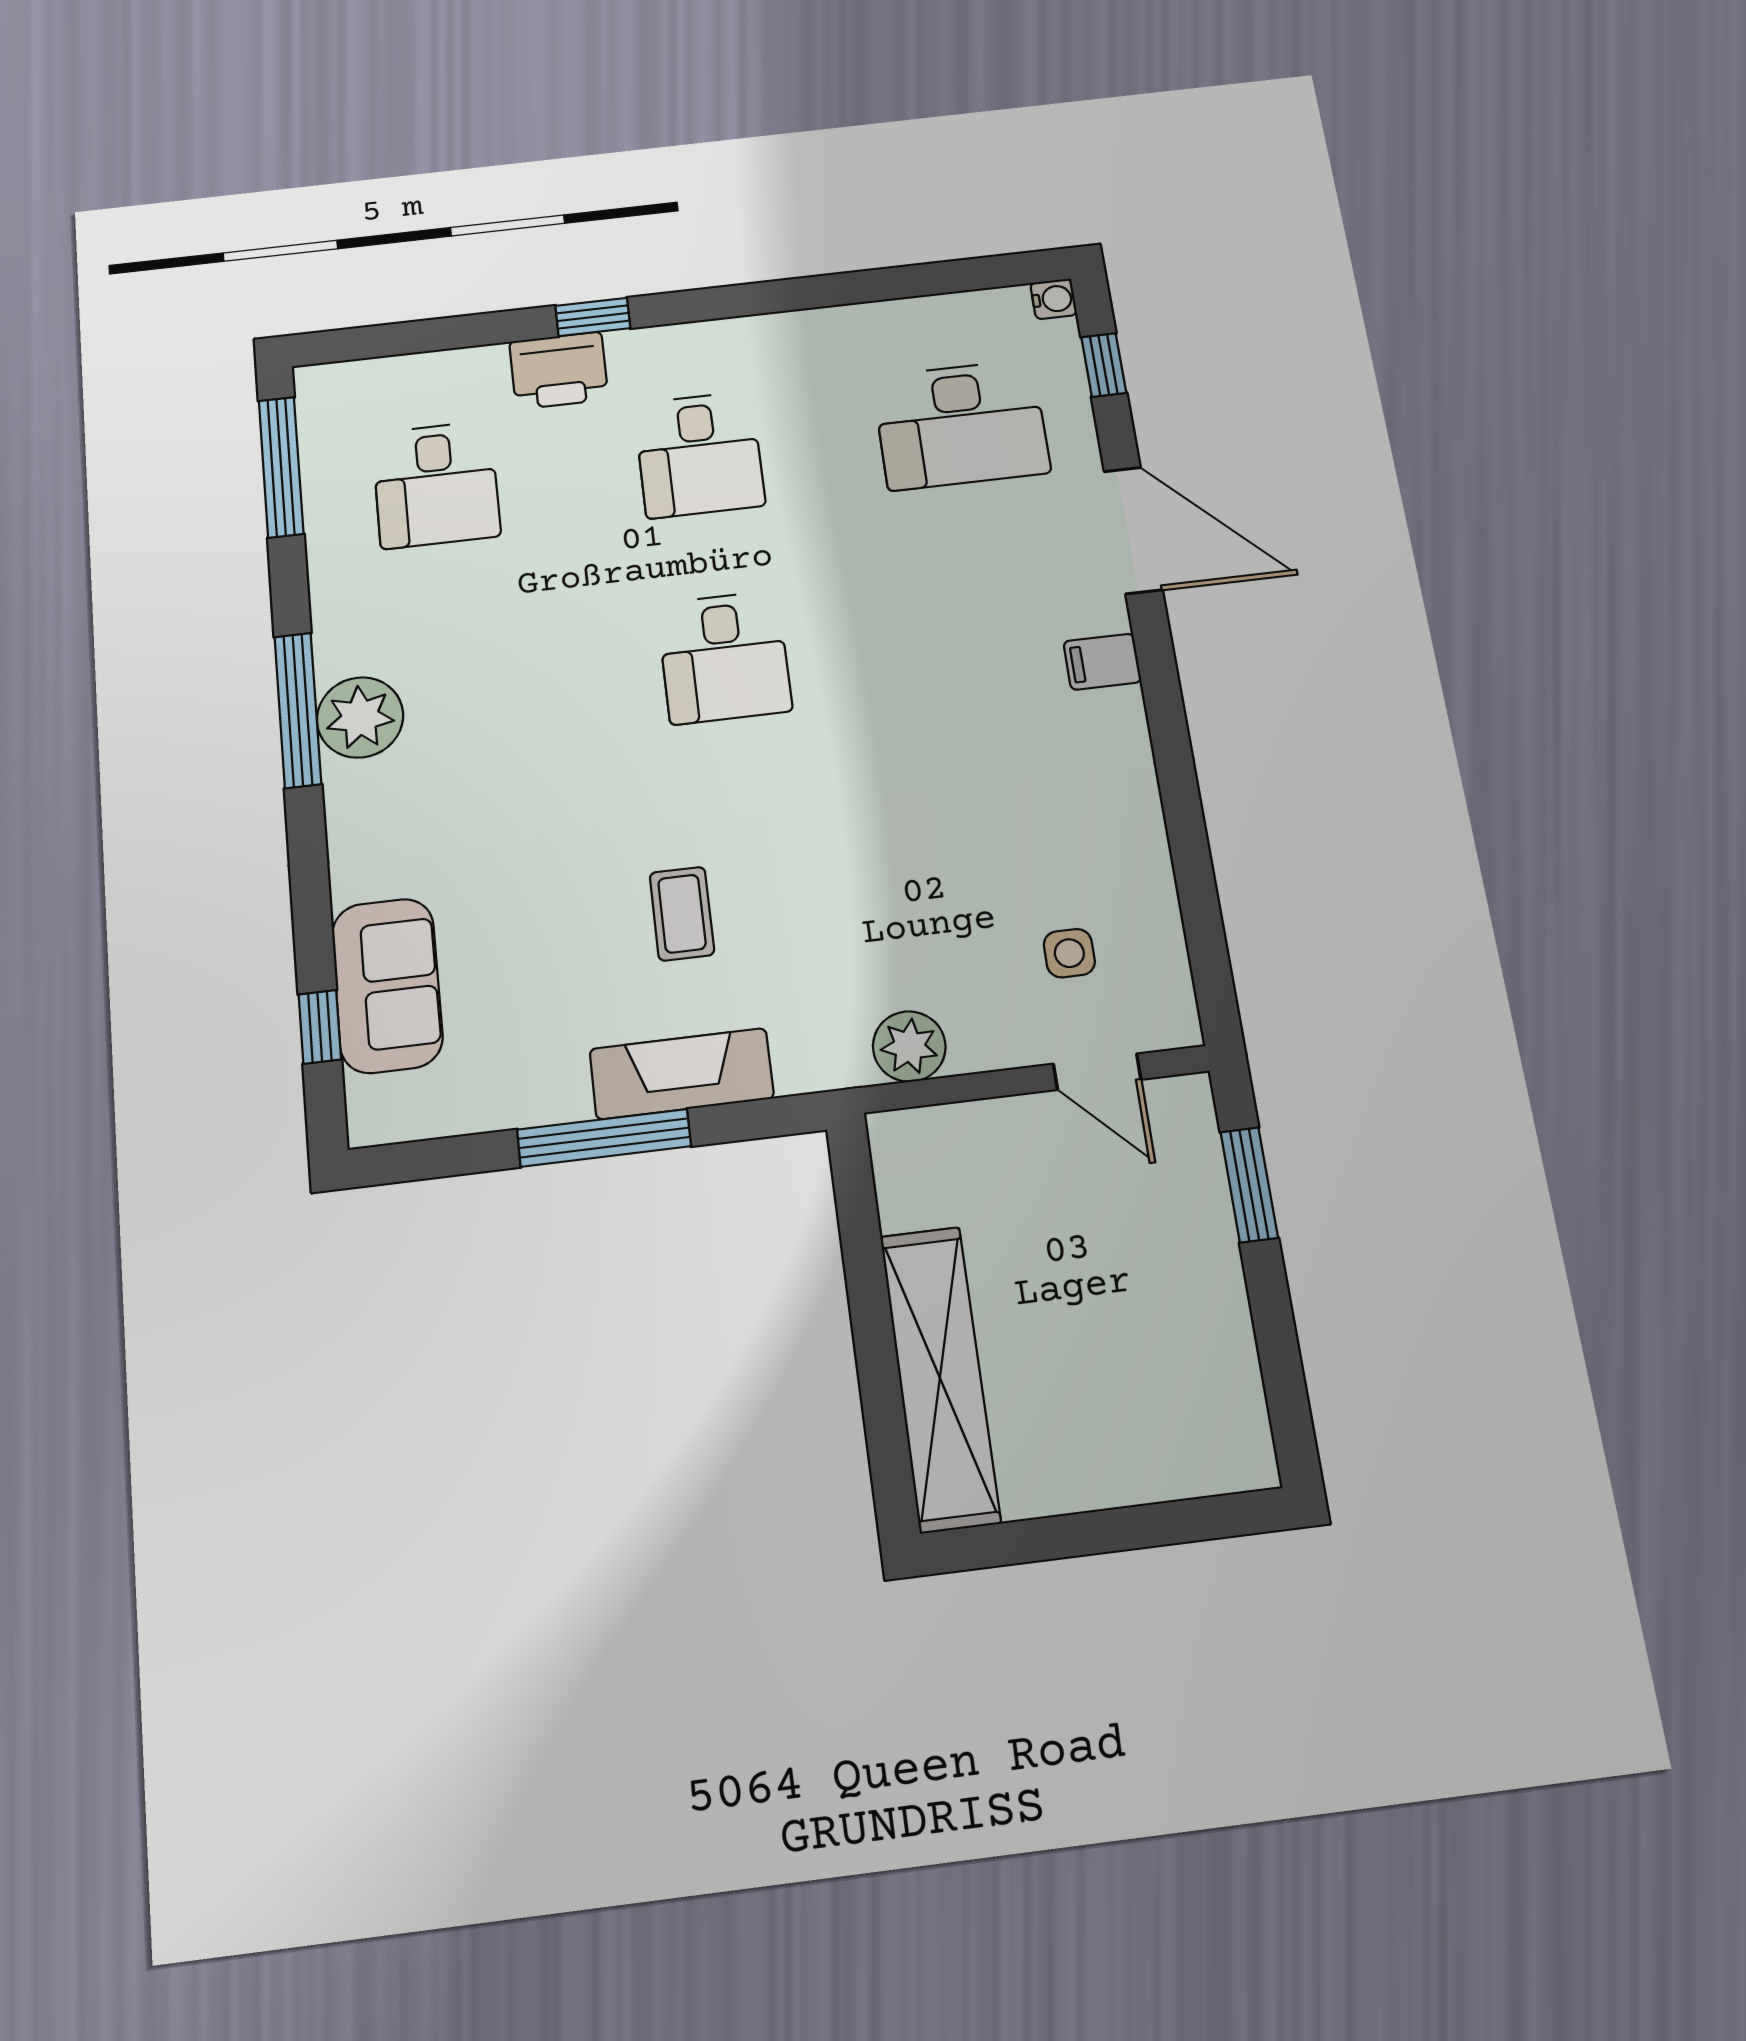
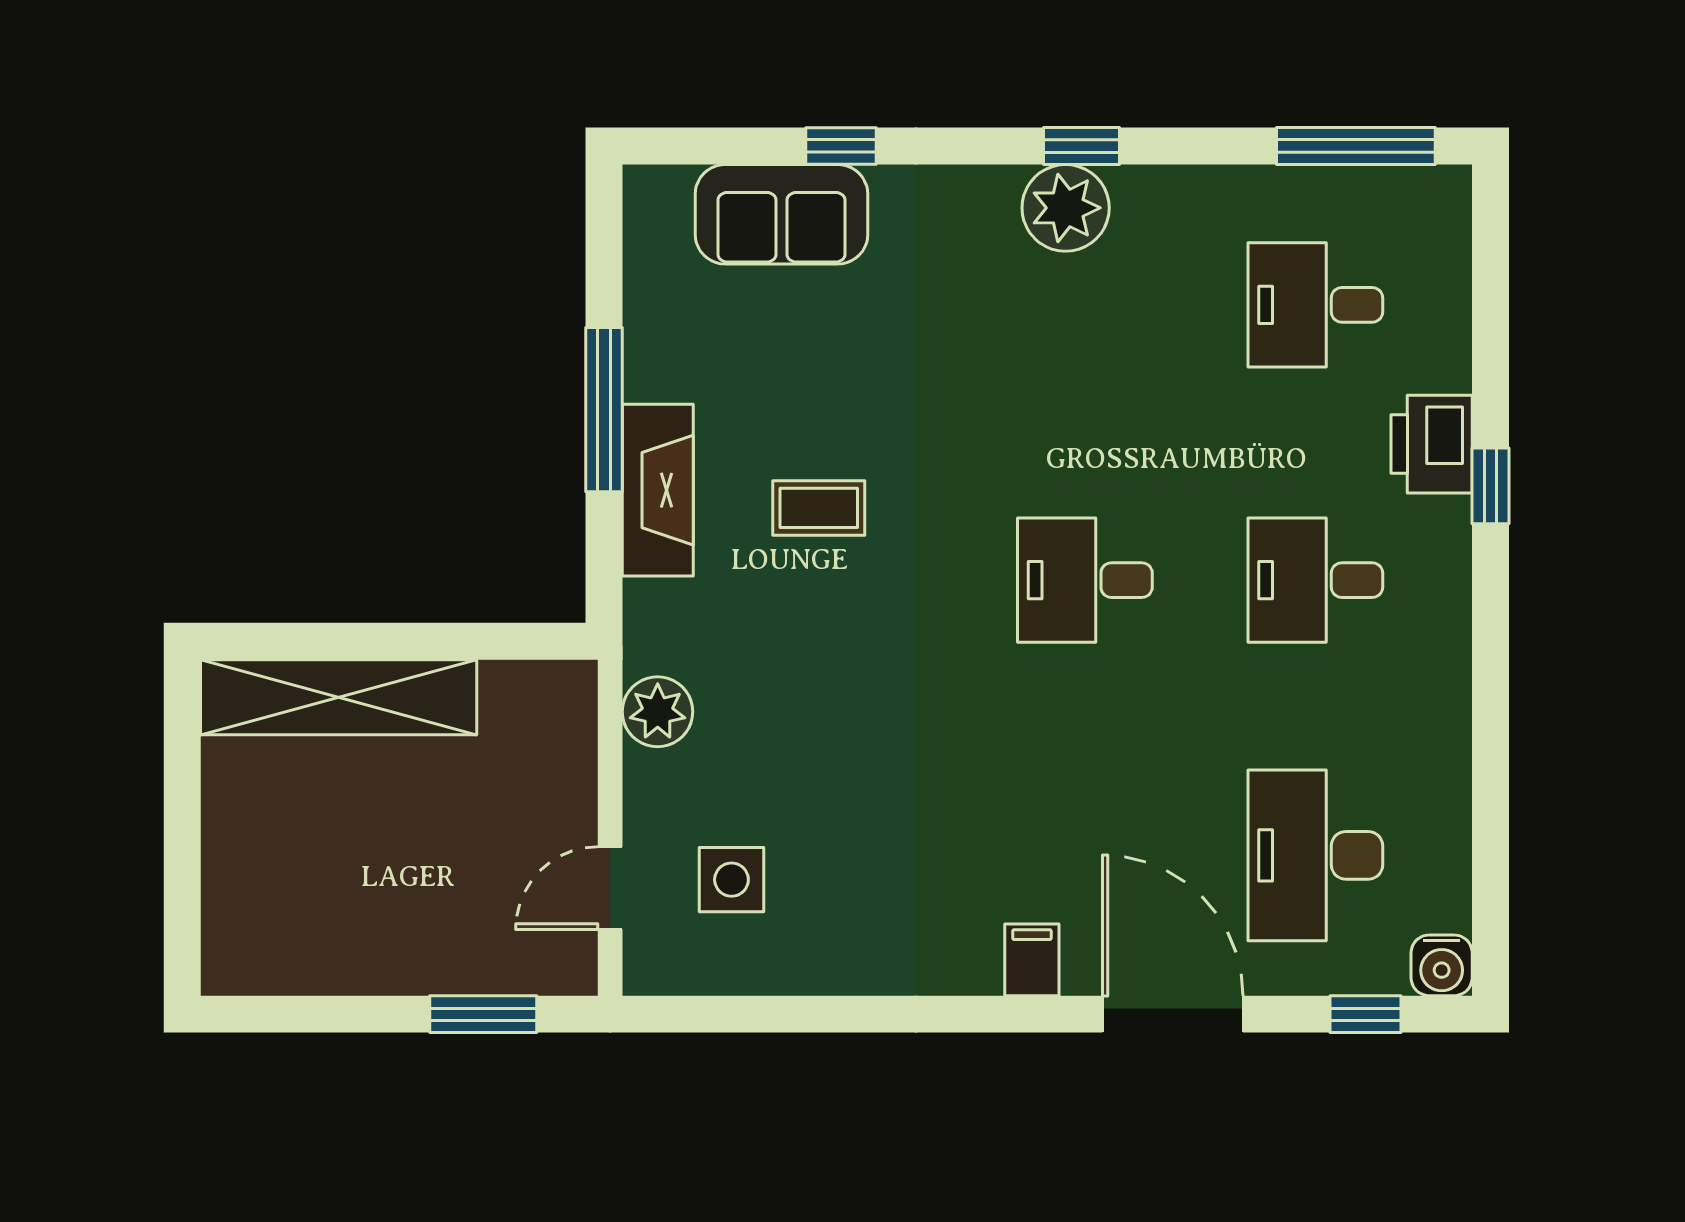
water cooler: (1054, 299) -> (1442, 965), width x1.38, depth x1.38
door: (1133, 530) -> (1173, 1014), swing flipped
window: (298, 710) -> (1081, 146), width x0.46
side table: (1069, 953) -> (731, 880), width x1.37, depth x1.37
window: (320, 1027) -> (841, 146), moved

